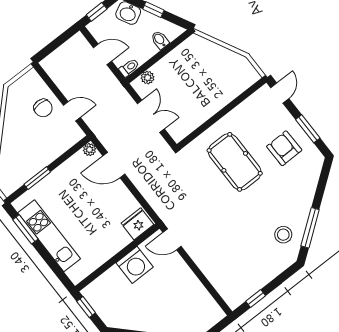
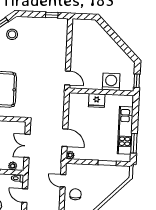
fridge: (137, 224) -> (97, 101), moved
washing machine: (135, 265) -> (111, 82), moved

